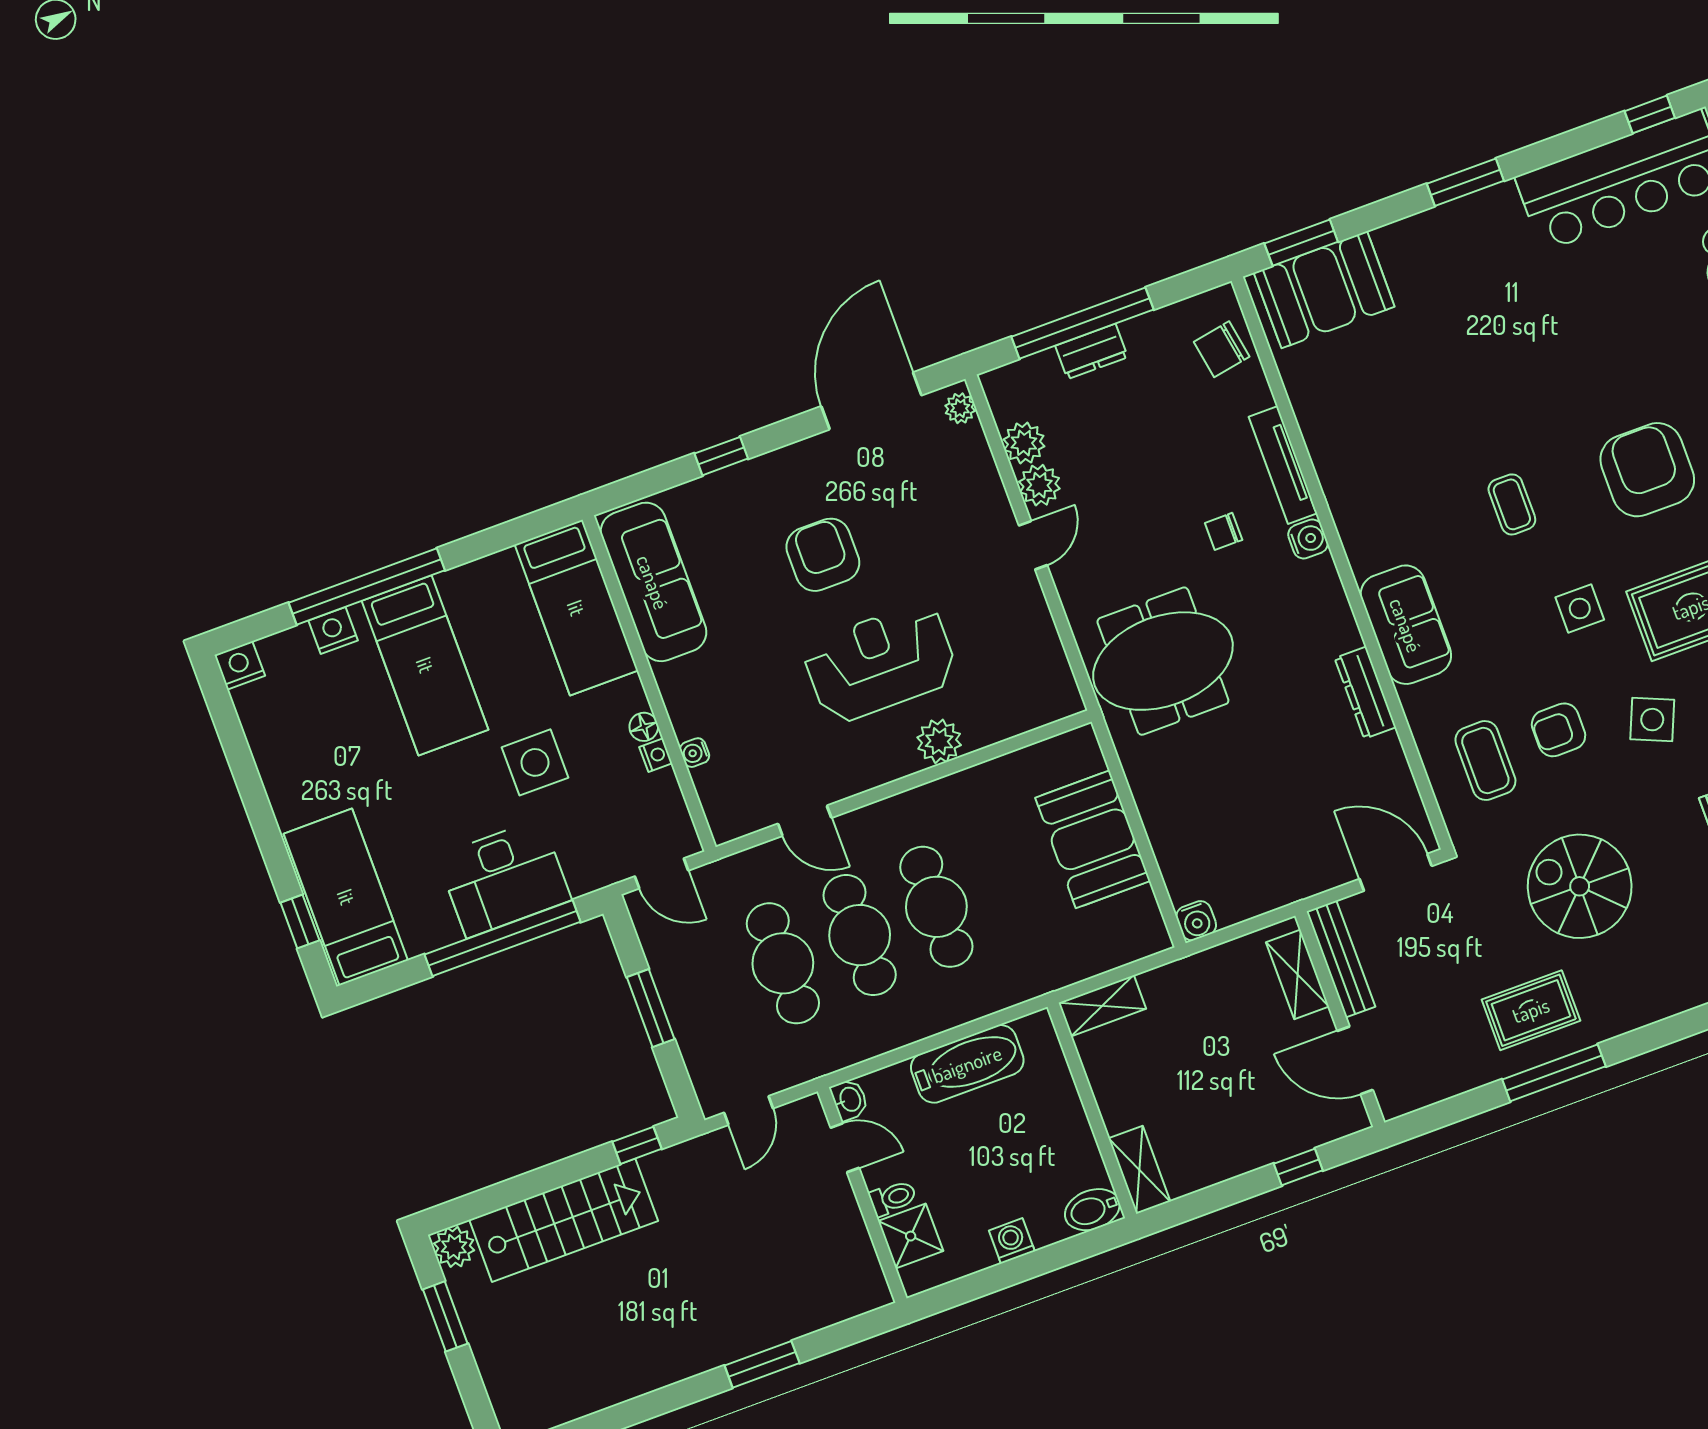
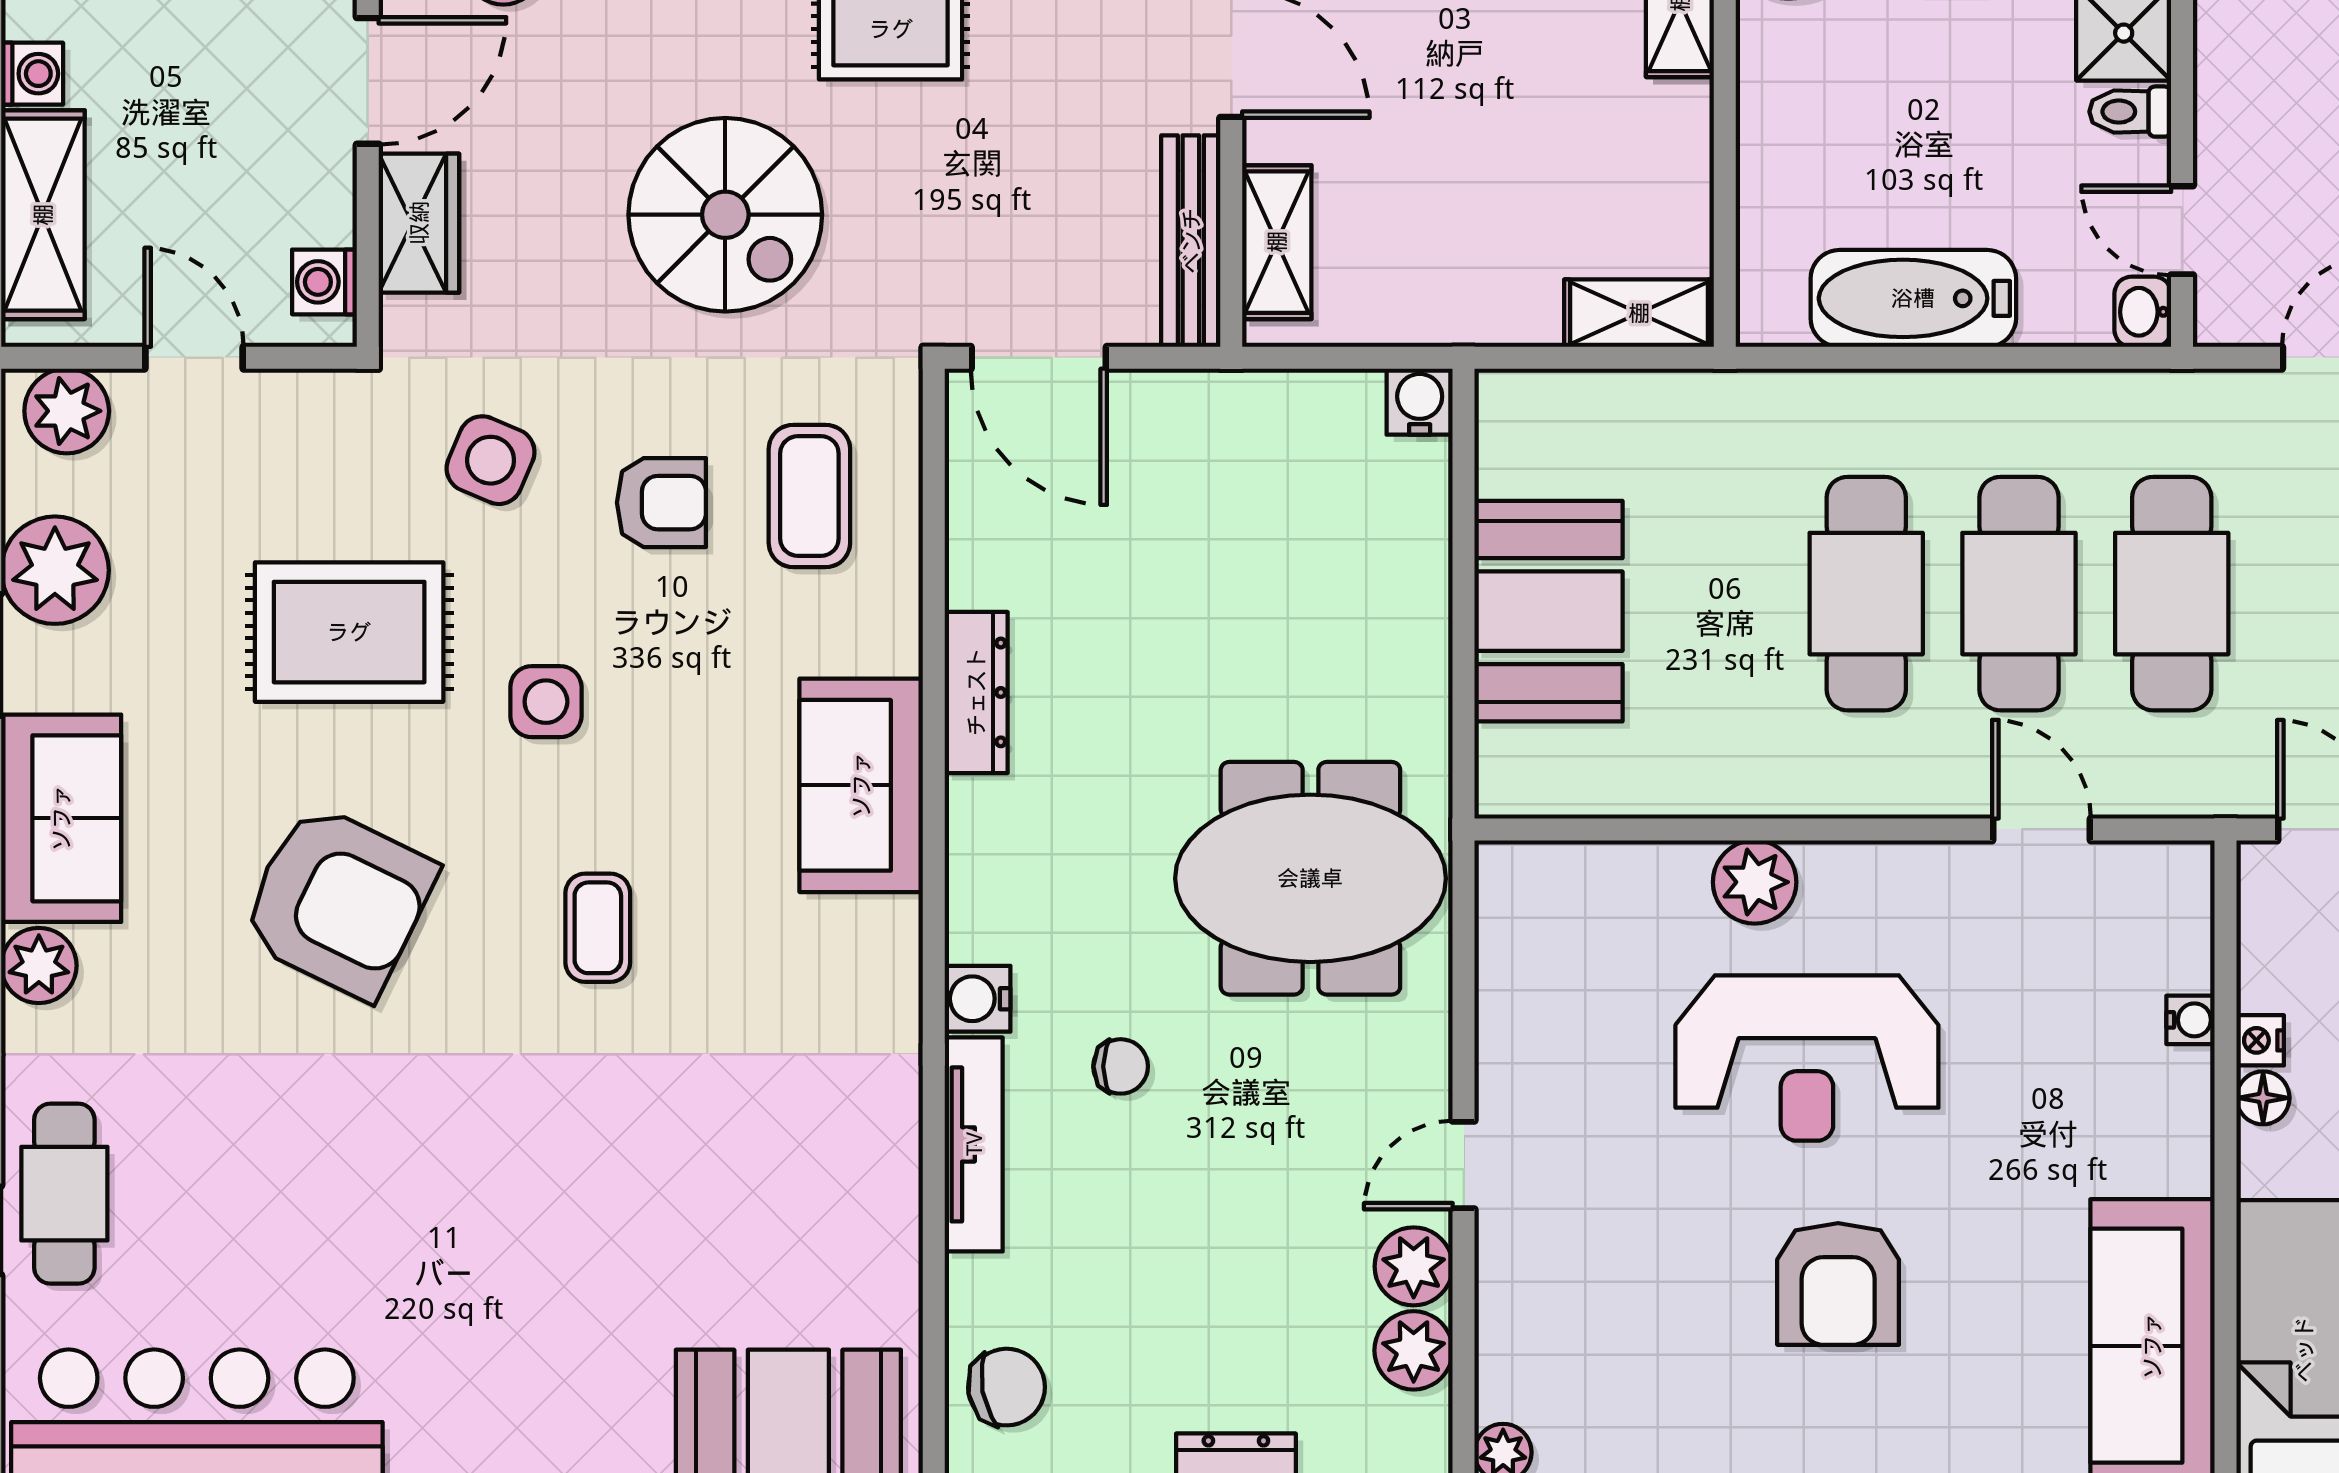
armchair: (1647, 470) -> (338, 901), turned -64

